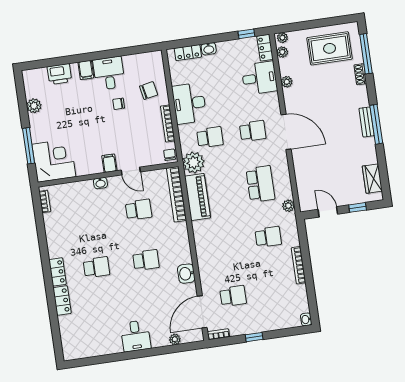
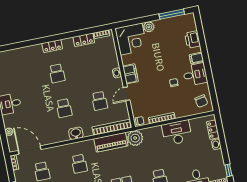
chair: (149, 91) -> (201, 101), moved
plant: (34, 106) -> (149, 27), moved
school desk: (210, 137) -> (79, 164), moved
window: (29, 146) -> (172, 14), moved
filing cabinet: (109, 163) -> (130, 74), width x2.00
washbasin: (186, 274) -> (76, 133), moved
locker: (62, 300) -> (84, 40), moved

